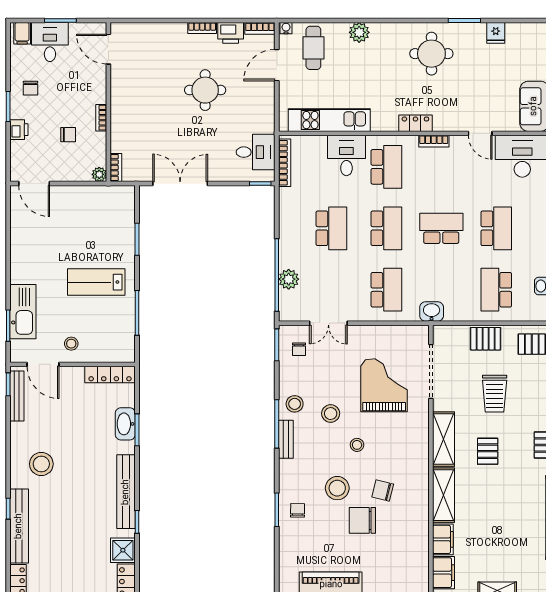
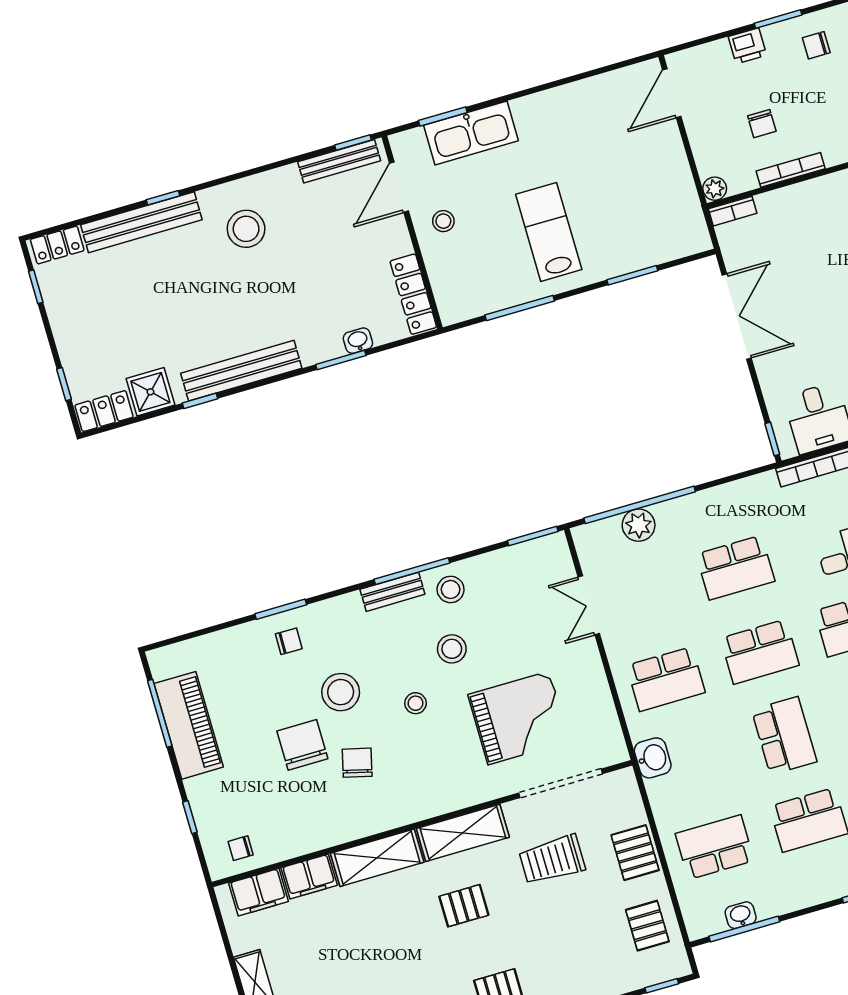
bookcase: (101, 118) -> (791, 170), width x1.56
chair: (299, 349) -> (241, 848), moved
trolley: (495, 394) -> (552, 860), moved
washbasin: (125, 424) -> (358, 341), width x0.52, depth x0.69

